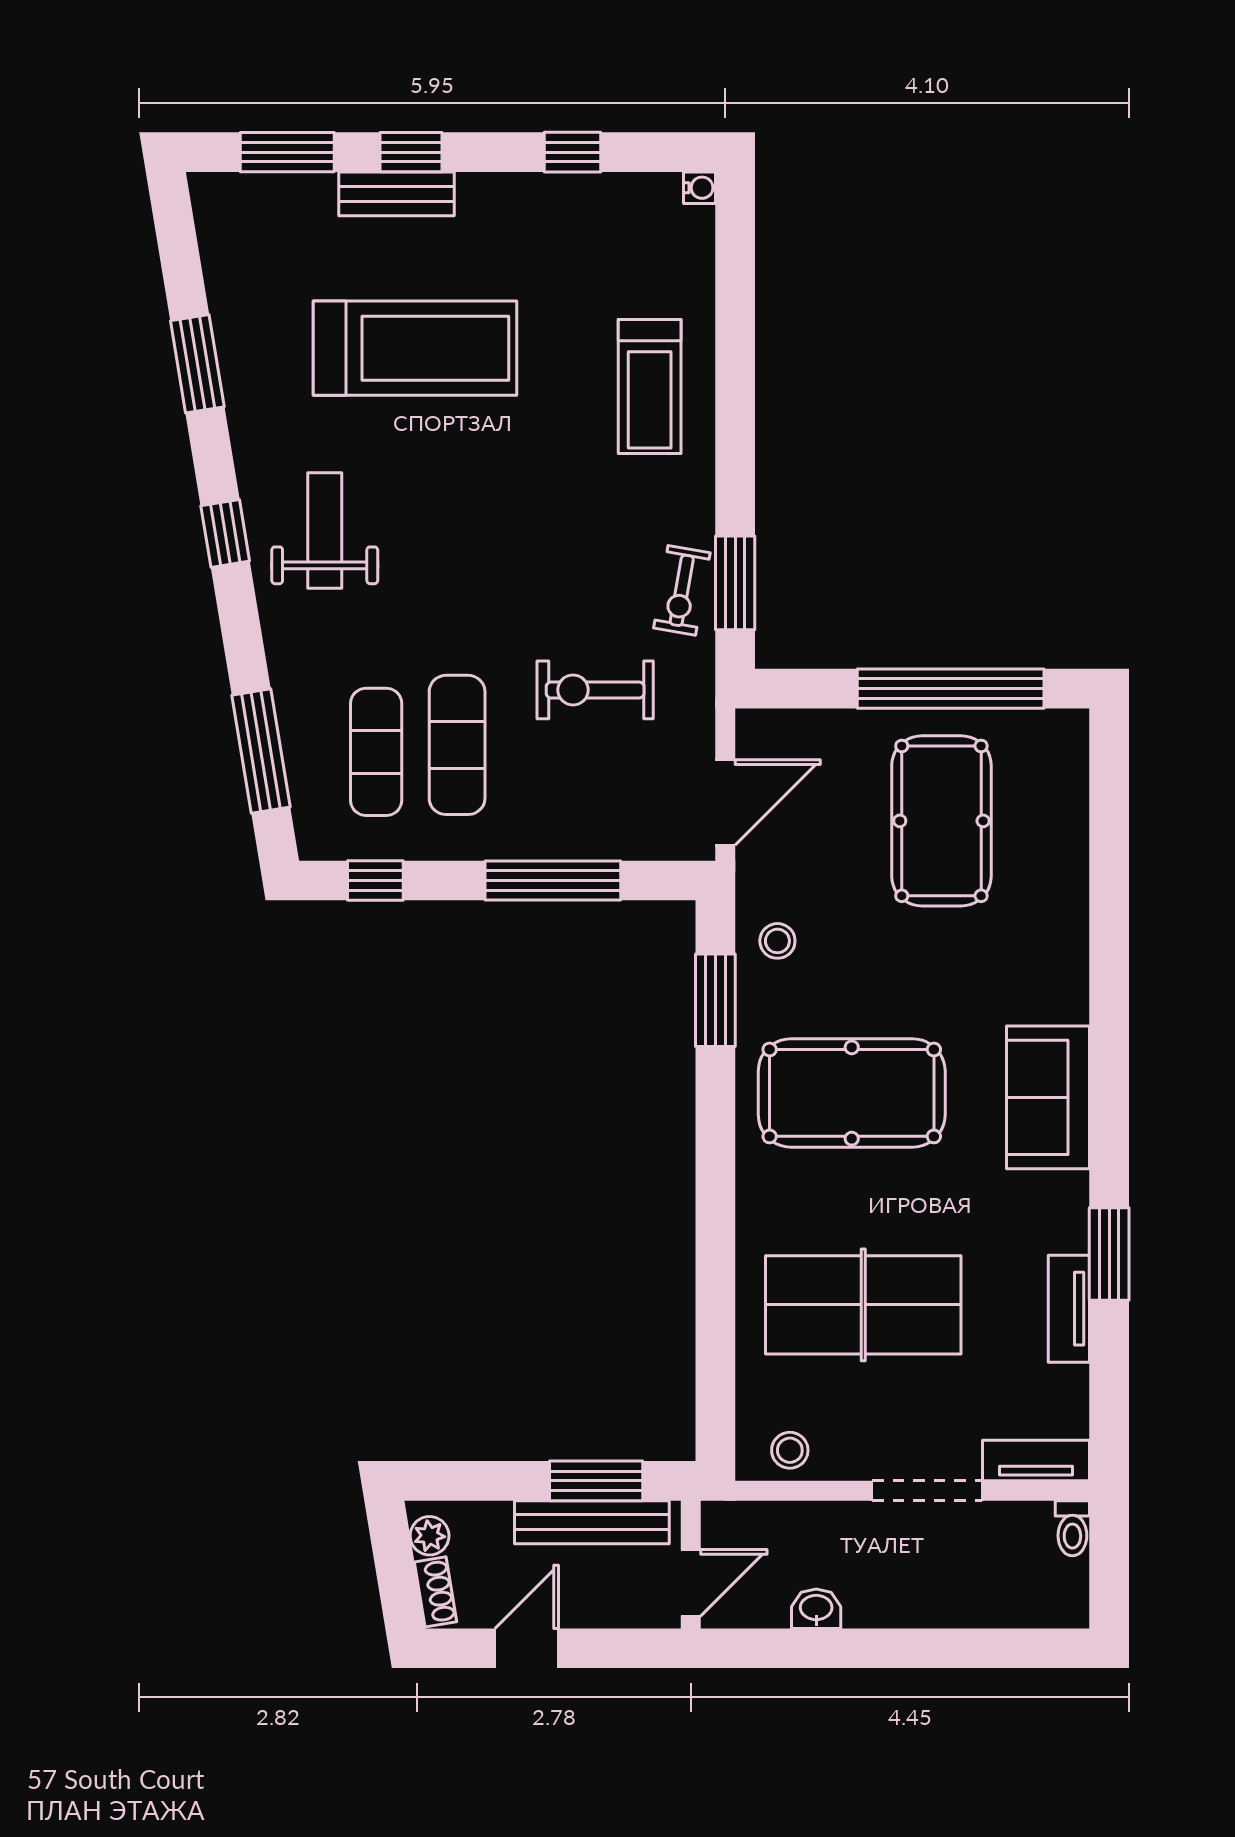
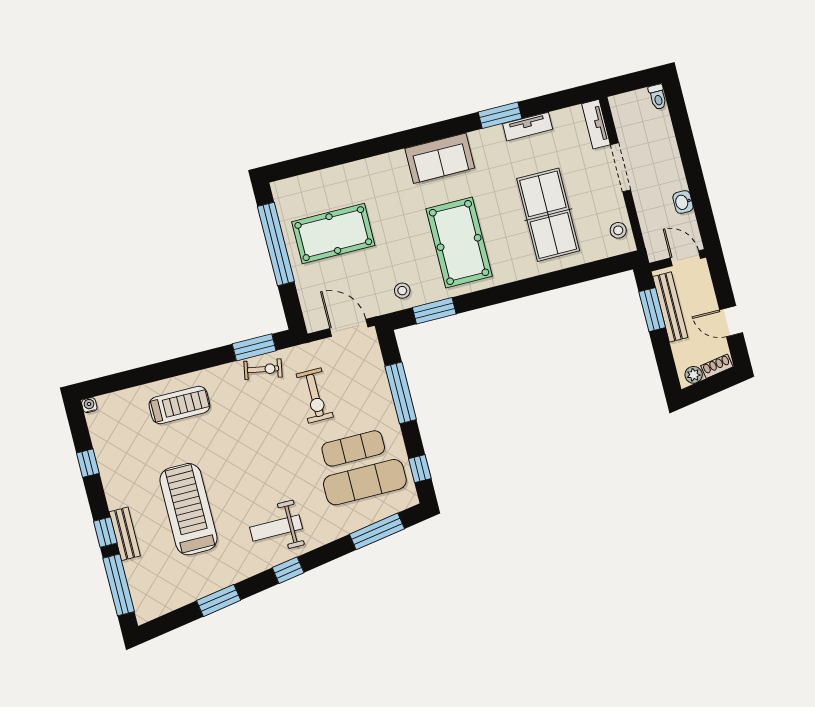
window: (287, 152) -> (119, 585), width x1.44
exercise mat: (376, 752) -> (365, 482), width x1.36, depth x1.45
toilet: (1072, 1528) -> (658, 97), moved, turned 90

